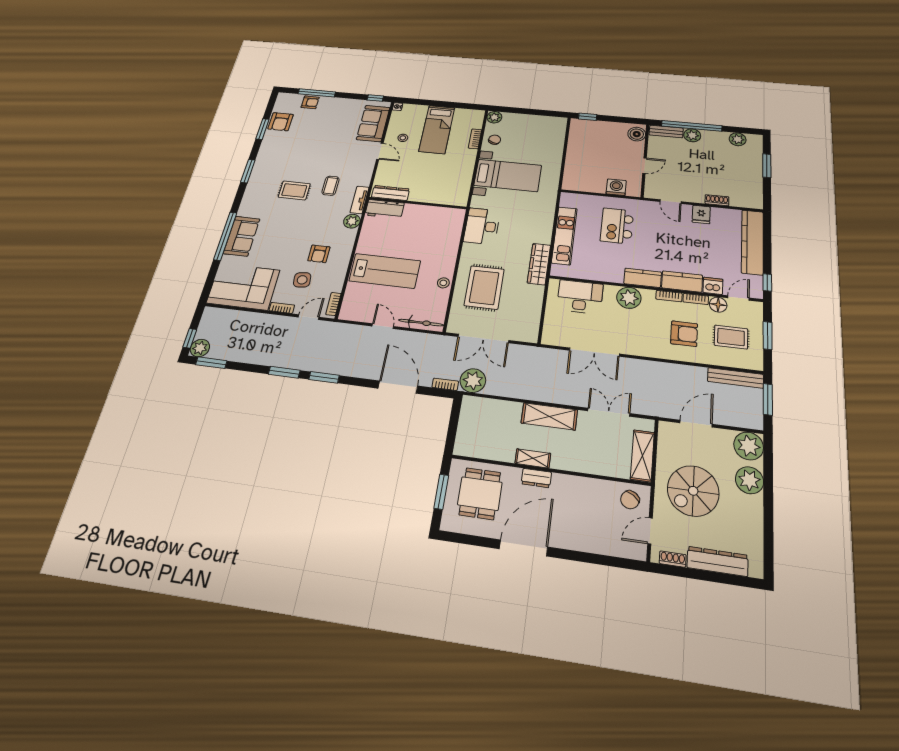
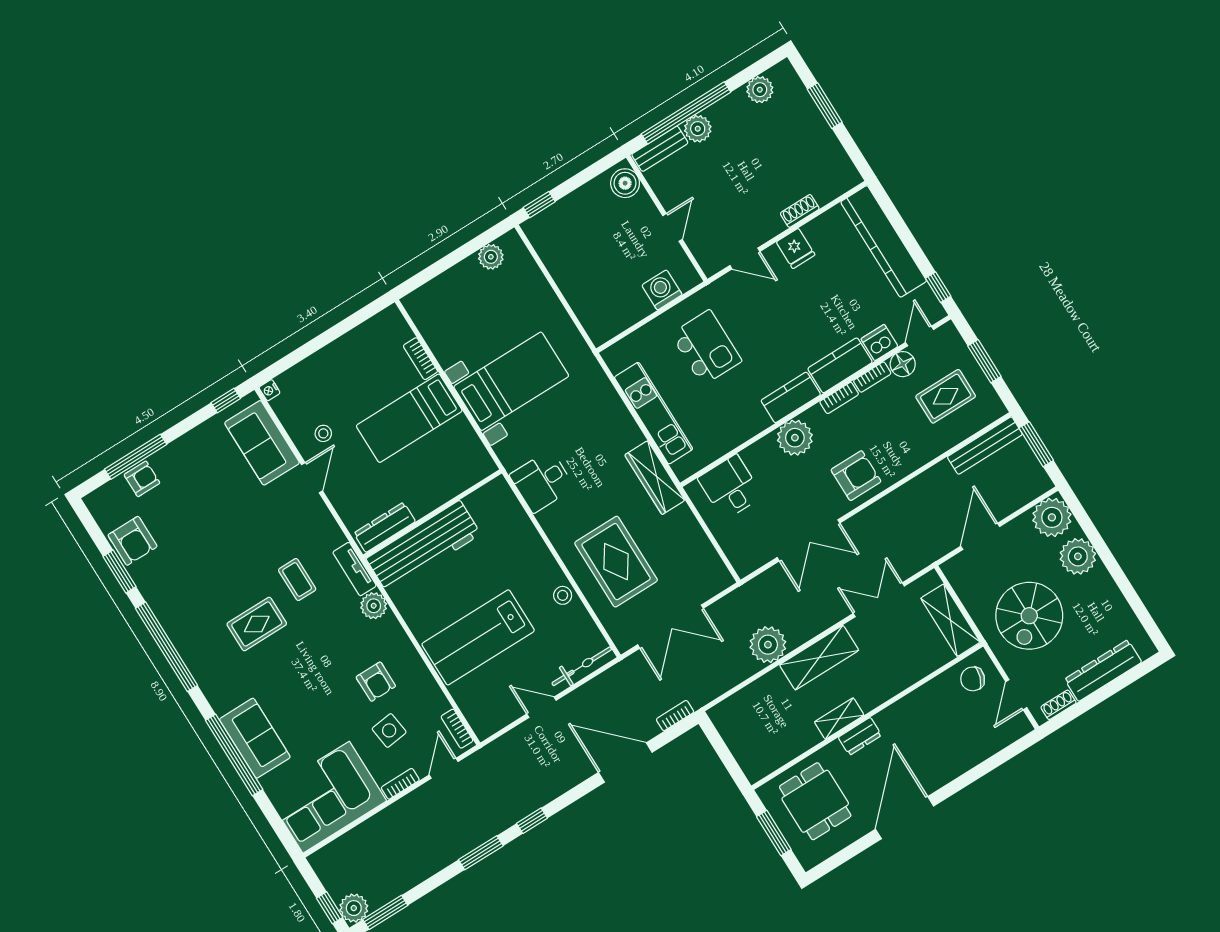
plant: (494, 117) -> (491, 257), moved
bed: (437, 129) -> (409, 418), moved, turned 90
chair: (495, 140) -> (447, 339), removed
door: (380, 151) -> (312, 478), hinge flipped
window: (248, 171) -> (166, 647), width x2.11
workbench: (385, 209) -> (423, 546), width x1.88, depth x1.32
desk: (482, 226) -> (542, 481), width x0.73
kitchen island: (617, 226) -> (706, 348), turned 180
lab bench: (385, 271) -> (478, 637), turned 180
desk: (580, 297) -> (730, 487), width x0.73
armchair: (684, 334) -> (856, 476), moved
window: (324, 377) -> (532, 821), width x0.67
plant: (473, 381) -> (768, 645), moved
chair: (630, 500) -> (973, 679), turned 75

